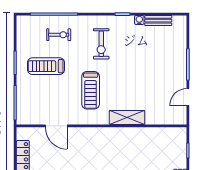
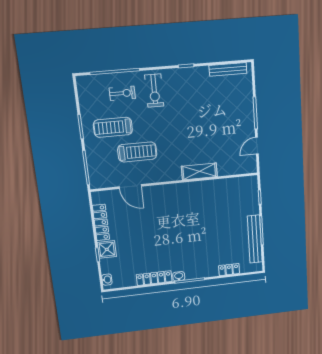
water cooler: (139, 20) -> (204, 71), removed
bench: (158, 21) -> (228, 69), width x1.36
exercise bike: (101, 44) -> (154, 91), moved
treadmill: (91, 90) -> (137, 152), moved, turned -90

